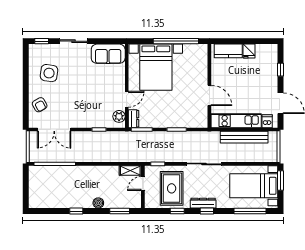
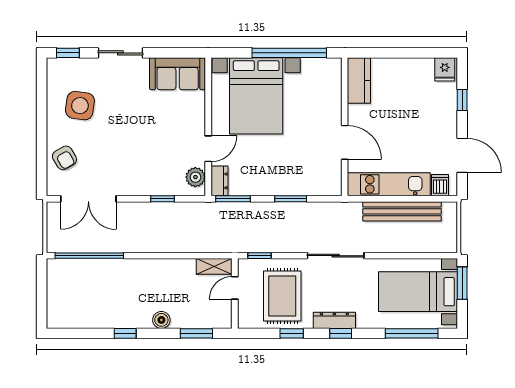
kitchen counter: (228, 51) -> (359, 81), moved, turned -90
fridge: (249, 51) -> (445, 69), moved

